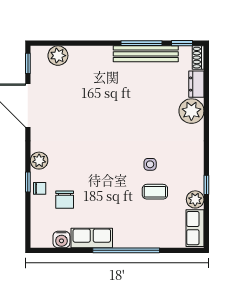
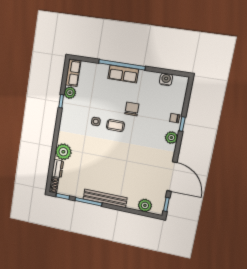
bench: (146, 54) -> (105, 198), moved
coffee table: (155, 192) -> (115, 126), moved
chair: (65, 200) -> (132, 109), moved
row of seats: (92, 238) -> (123, 74), moved

